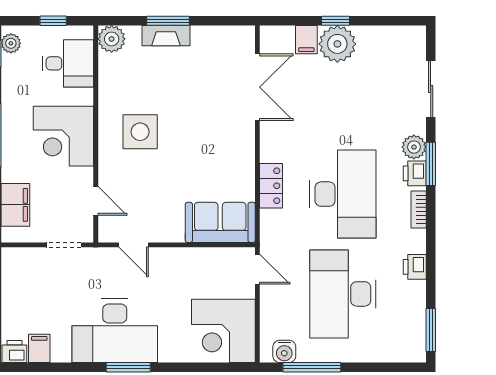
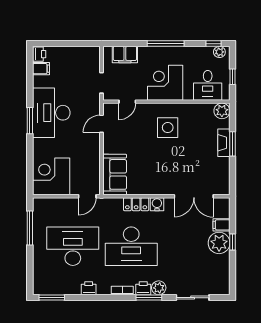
water cooler: (284, 351) -> (157, 204), moved, turned 90

